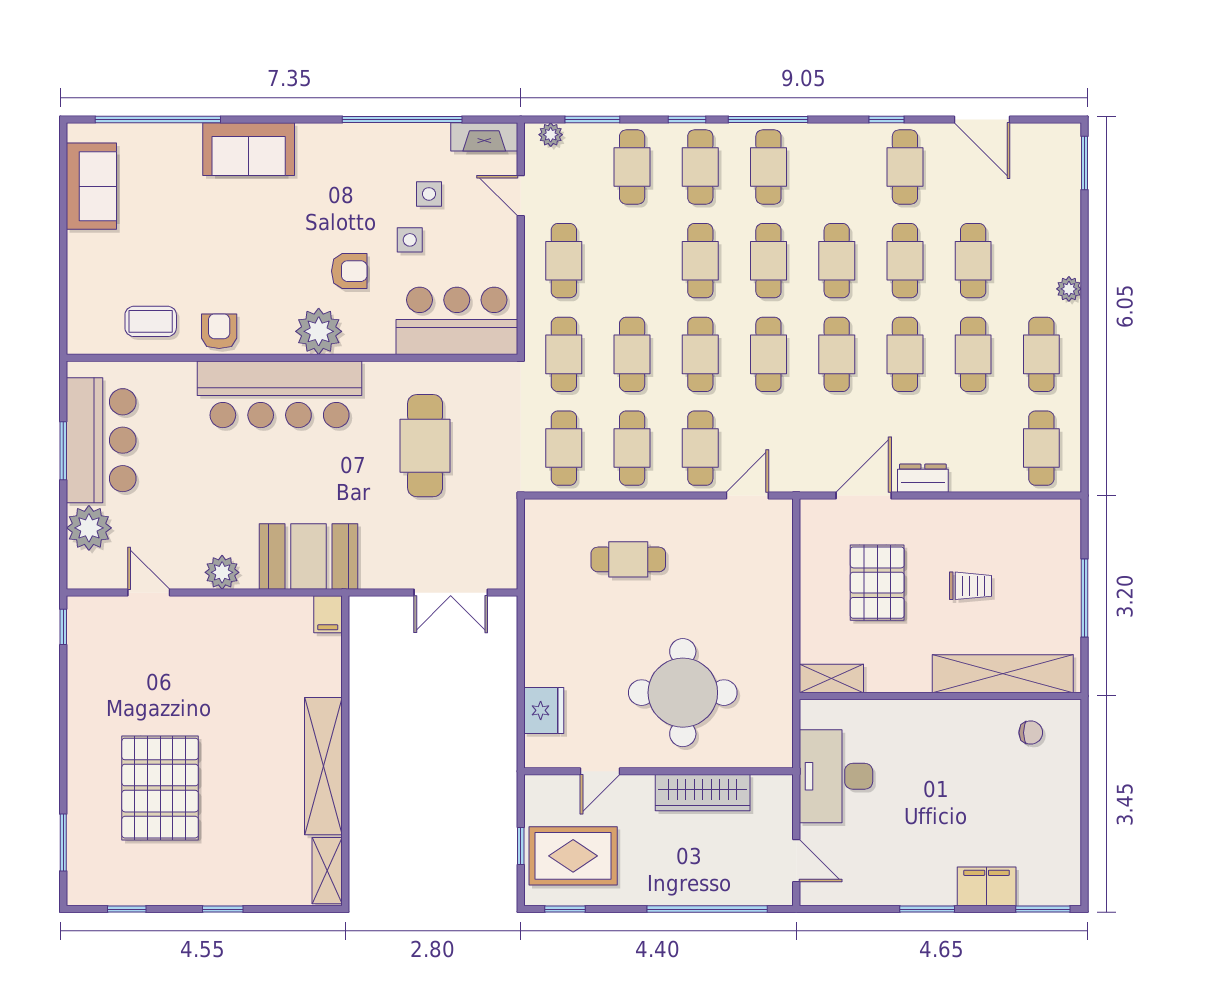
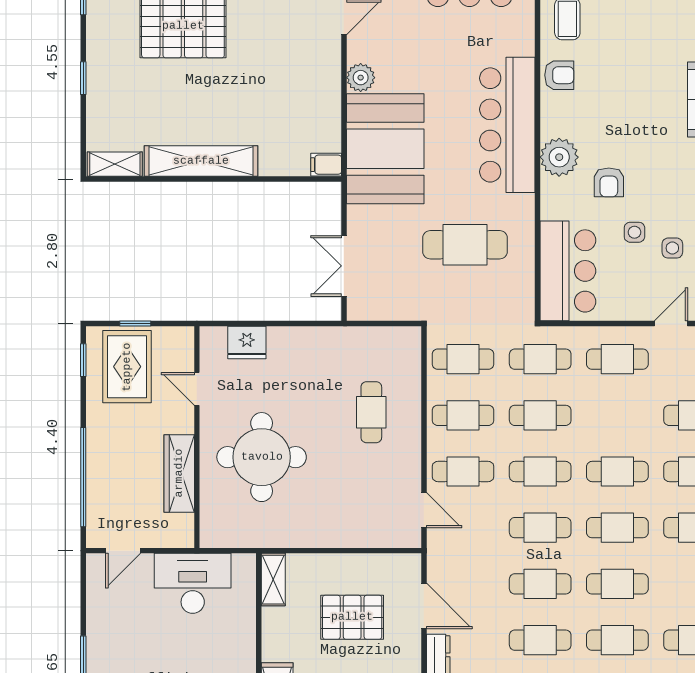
booth: (309, 557) -> (385, 149), width x1.36, depth x1.42

